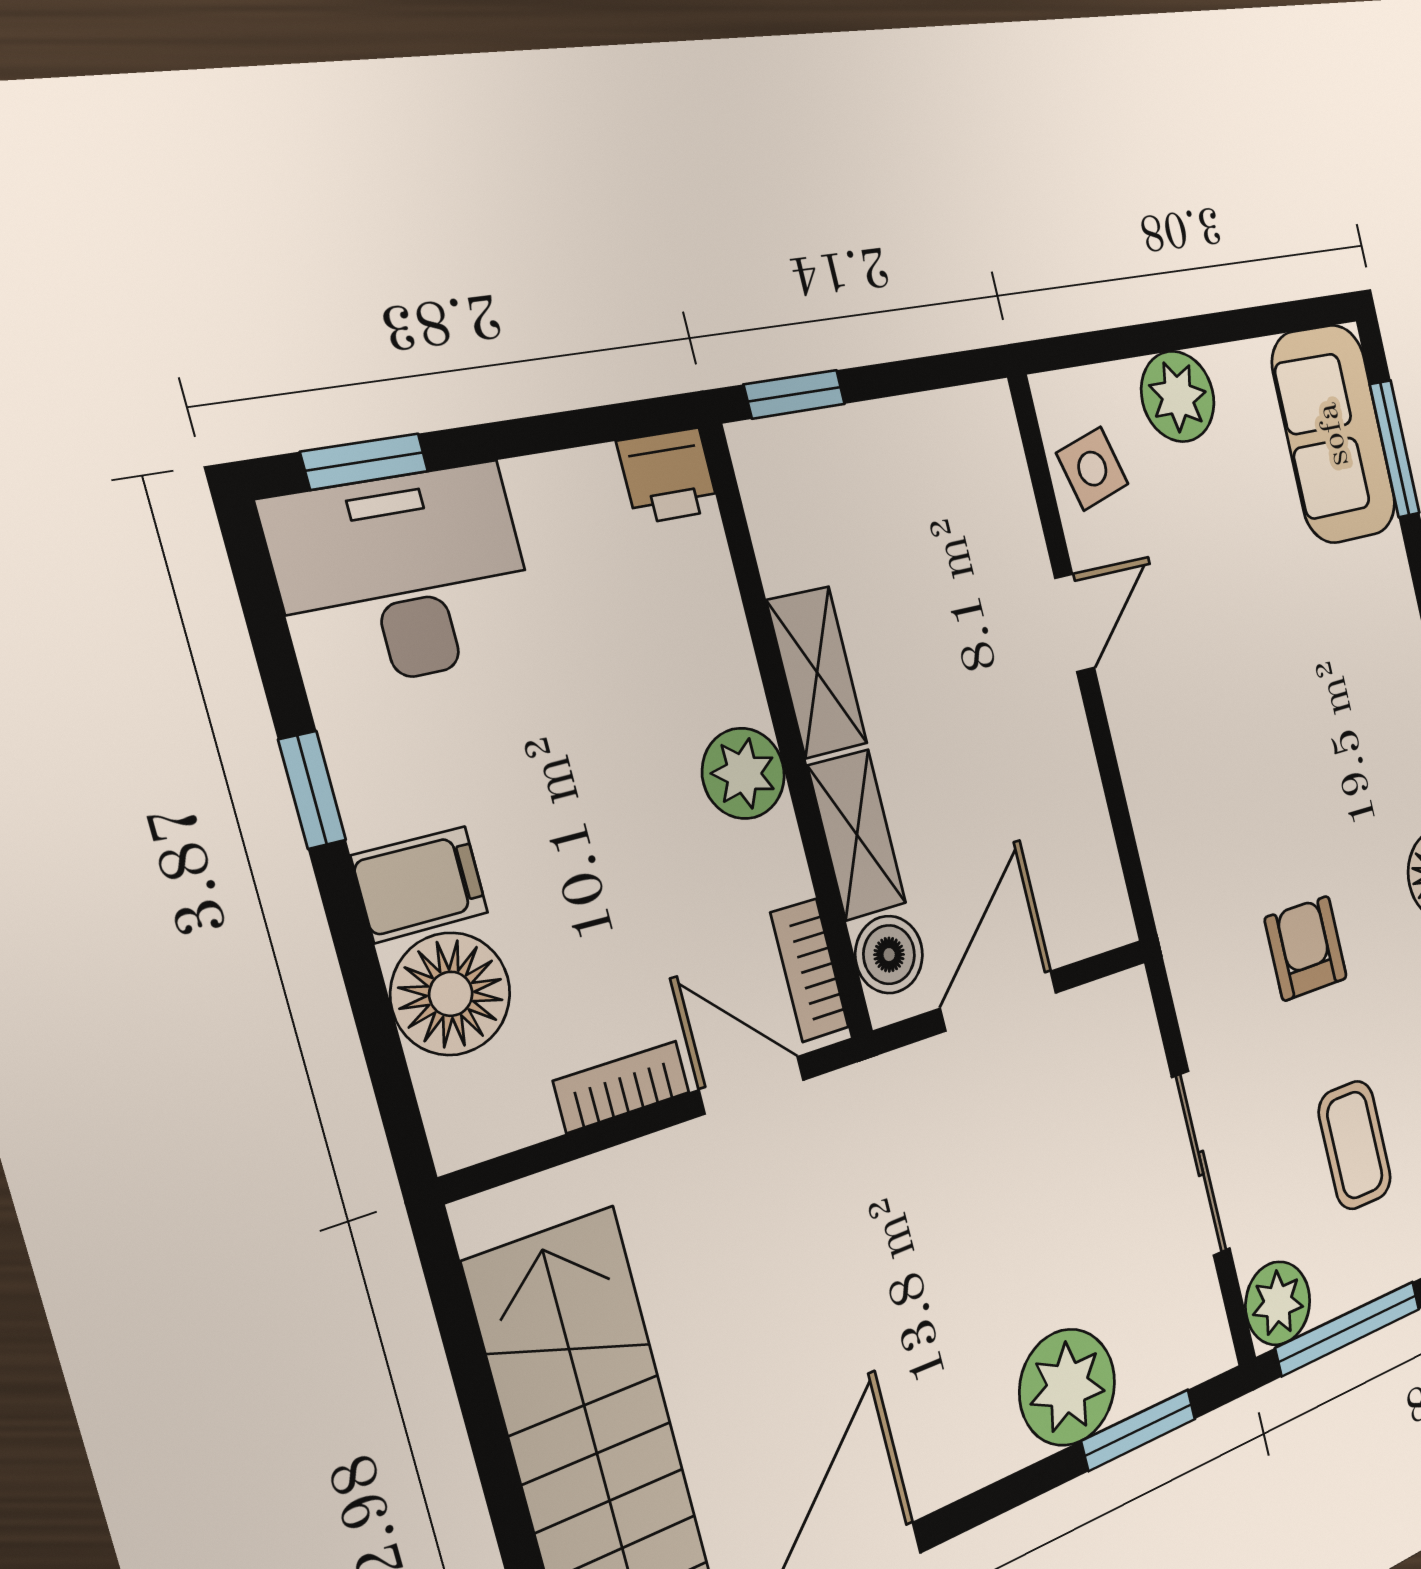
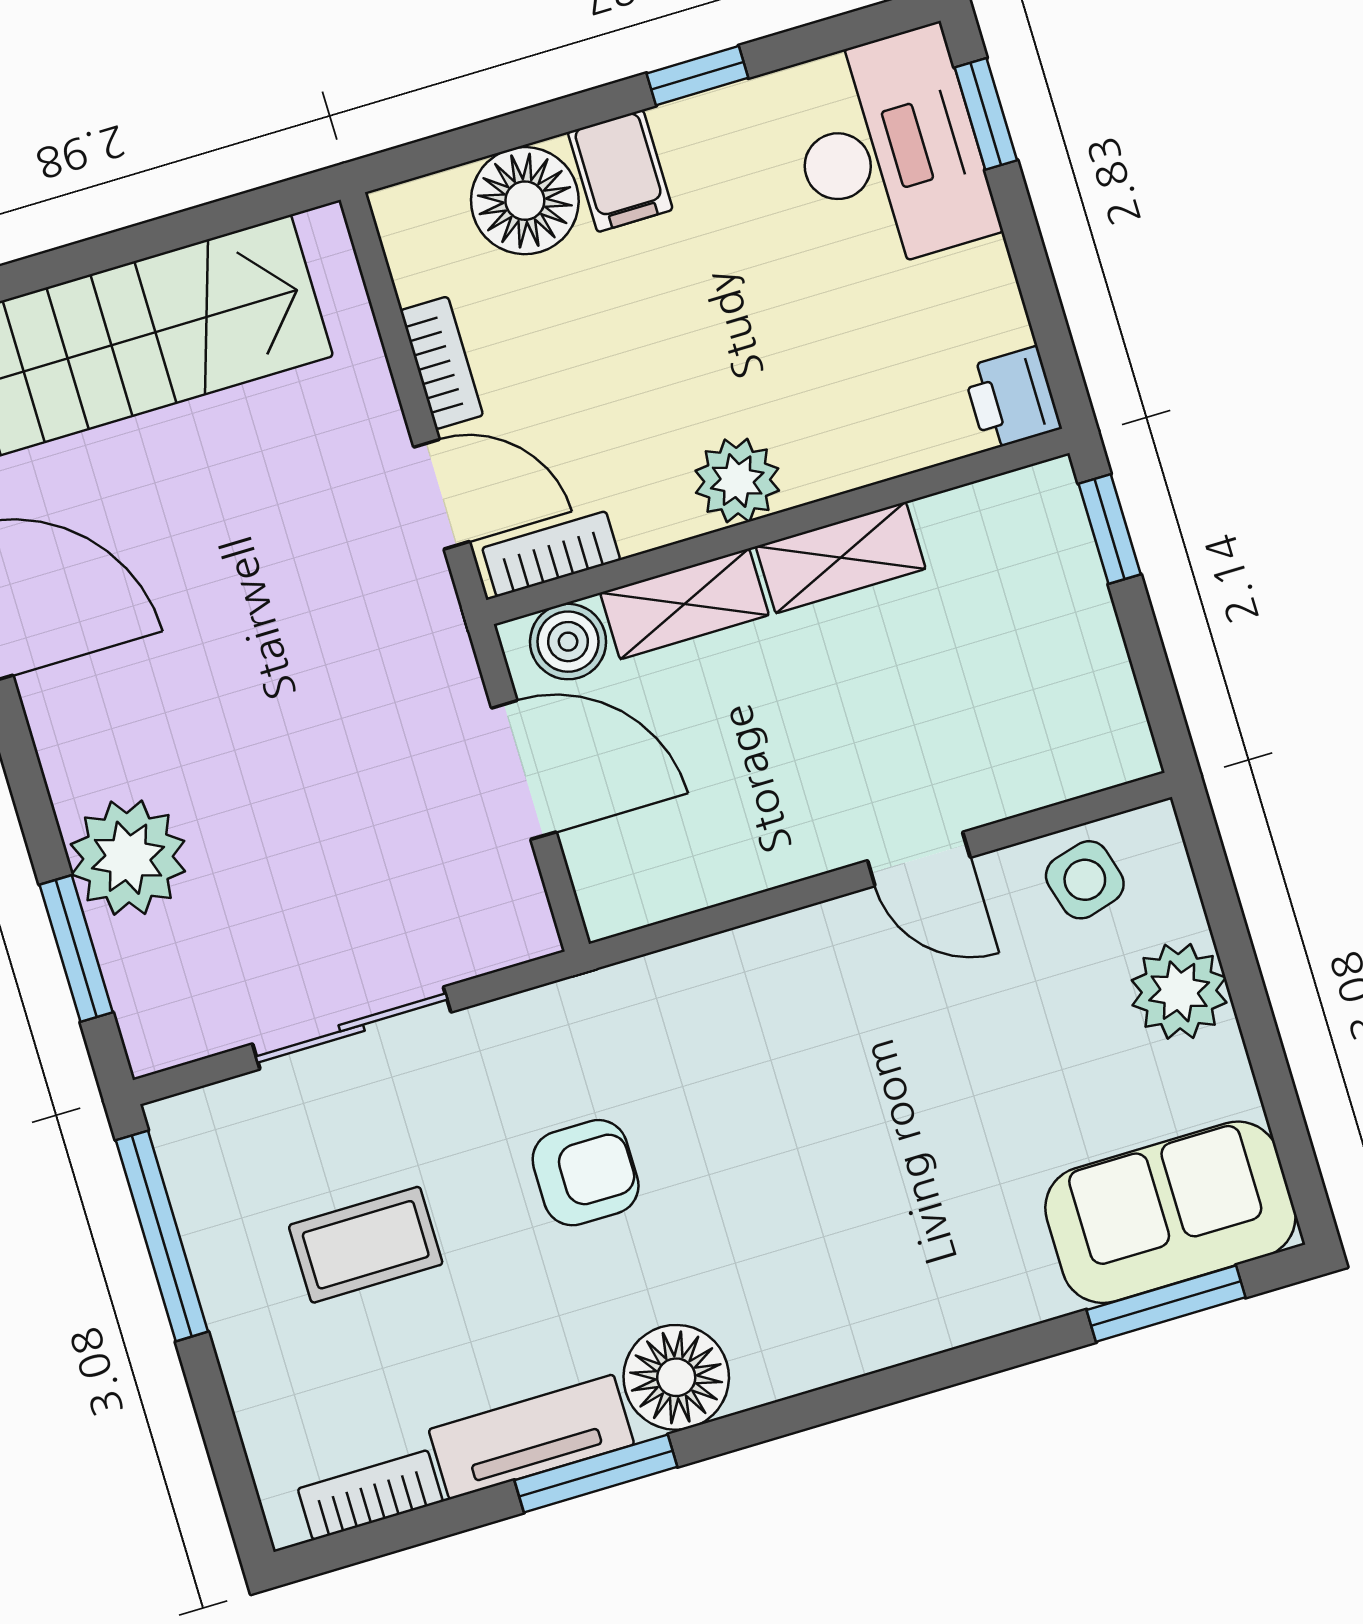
door: (752, 1085) -> (442, 494), hinge flipped
plant: (1278, 1303) -> (196, 1134), removed

